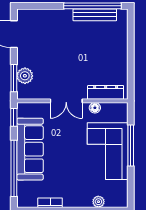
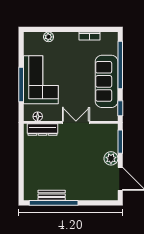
bench: (95, 15) -> (52, 195), width x0.73
plant: (25, 76) -> (111, 158), moved
floor lamp: (95, 108) -> (38, 116), moved

